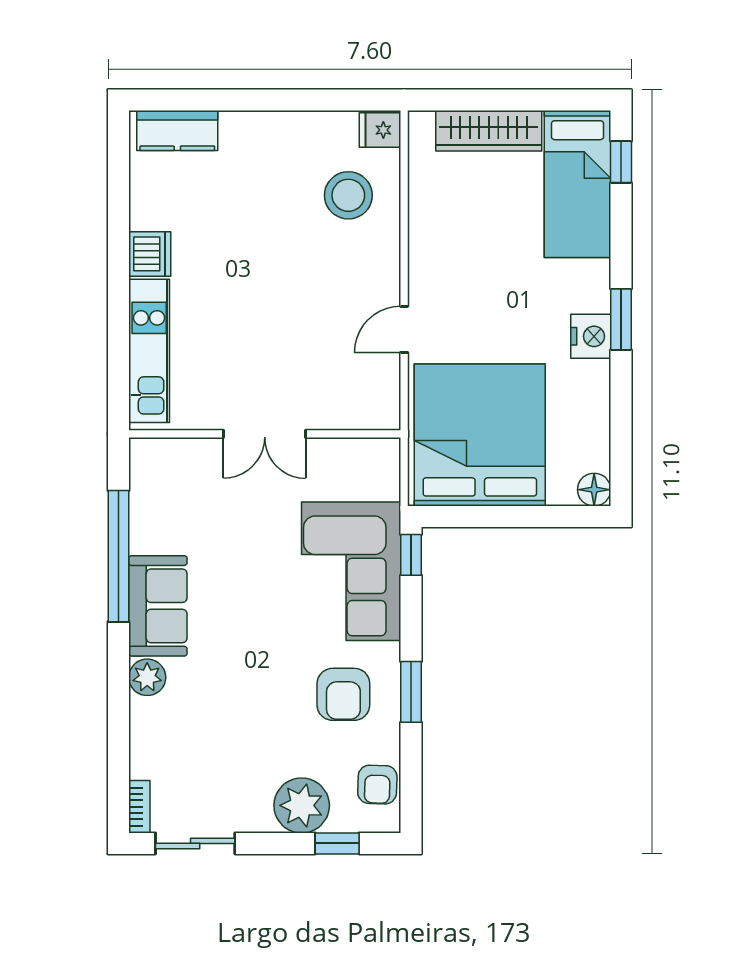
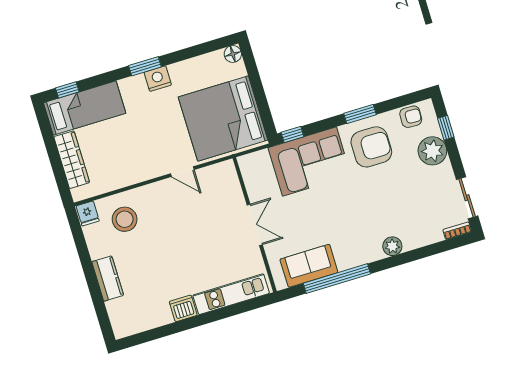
kitchen counter: (177, 131) -> (108, 279), moved
sofa: (158, 606) -> (309, 266), moved
armchair: (343, 694) -> (371, 147), width x1.36, depth x1.36

